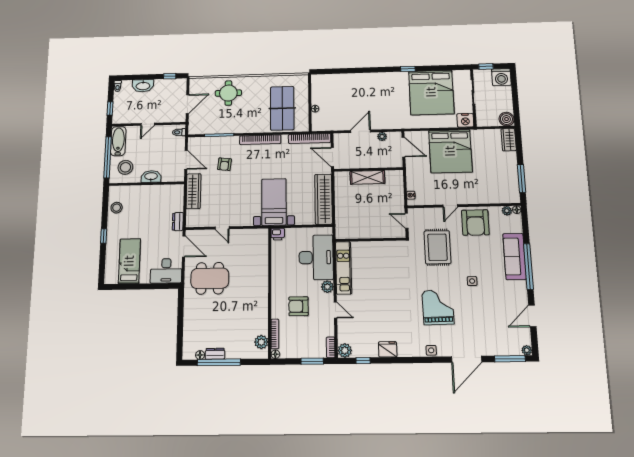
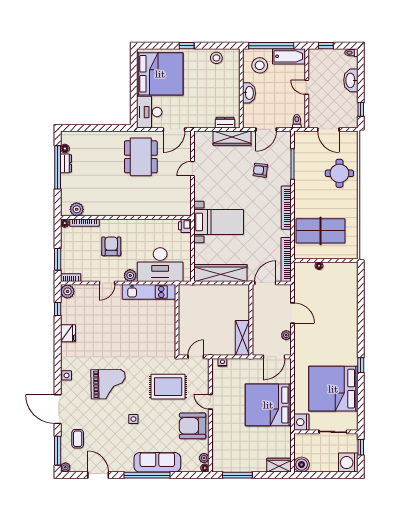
shelving: (367, 177) -> (242, 338), moved
dresser: (178, 222) -> (225, 123), moved
bed: (129, 261) -> (160, 74), width x2.04
coffee table: (496, 338) -> (78, 439), added

